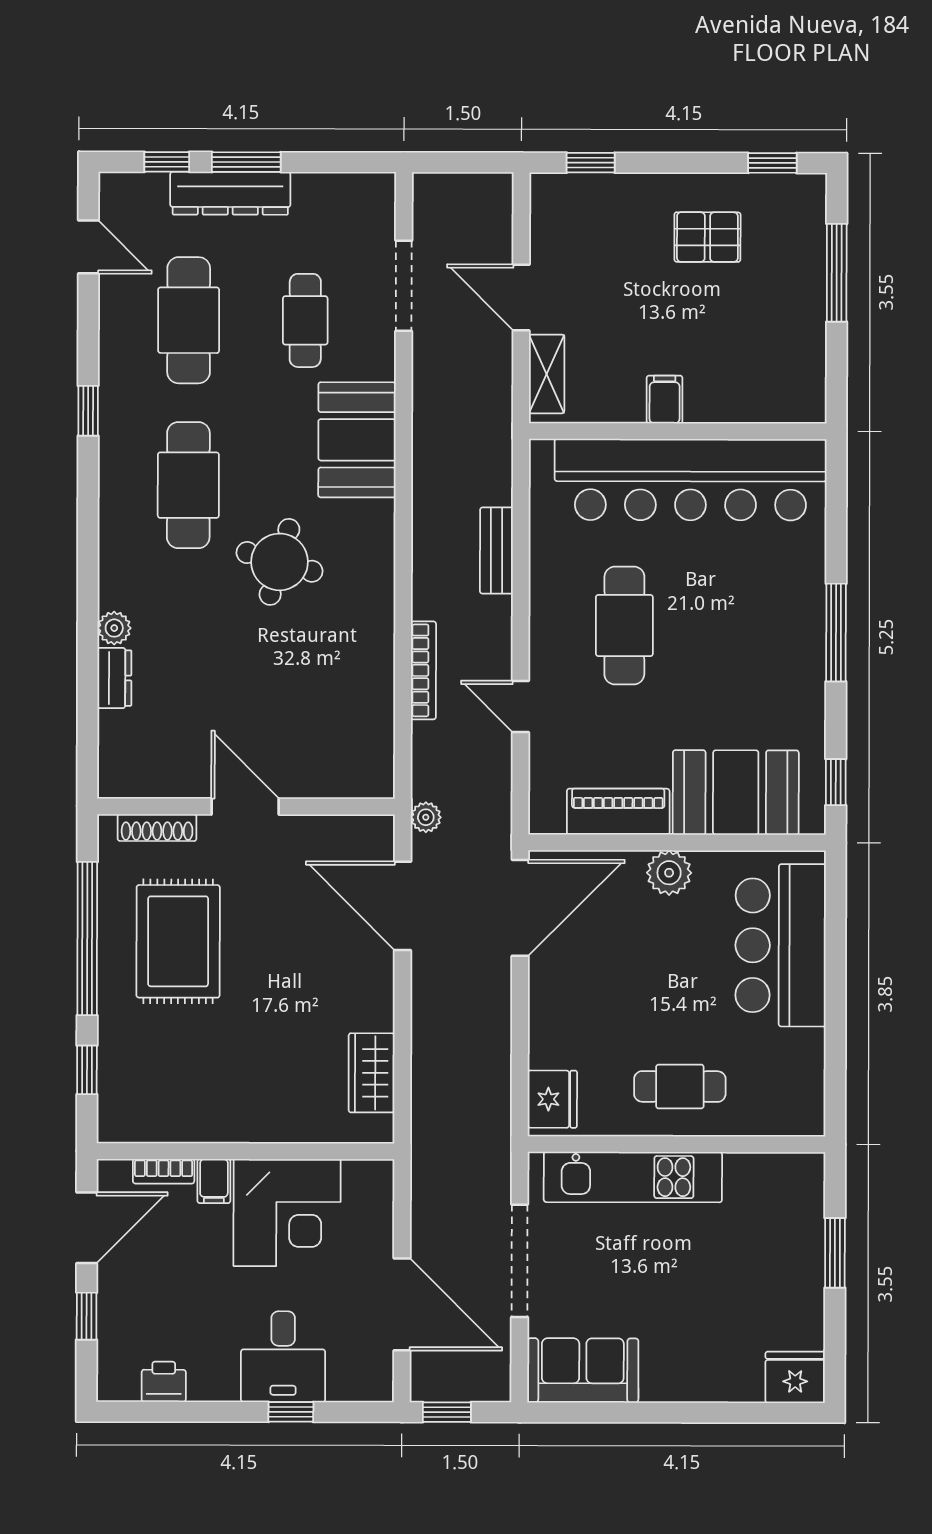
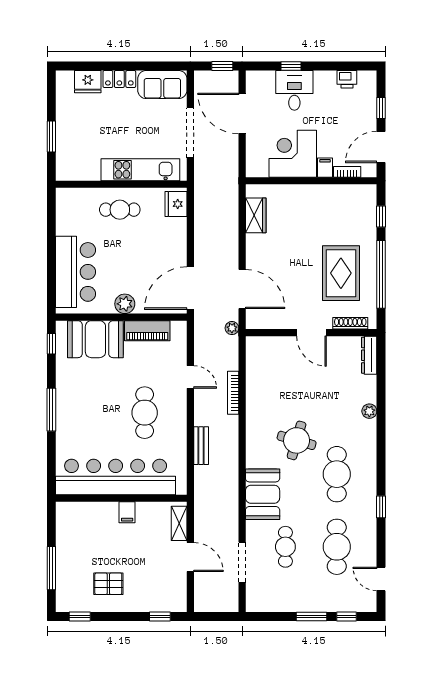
dresser: (230, 193) -> (319, 603), removed
dresser: (114, 678) -> (369, 355), moved, width x1.44
fridge: (795, 1377) -> (88, 82), moved
locker: (680, 1383) -> (119, 79), added

